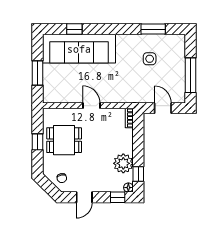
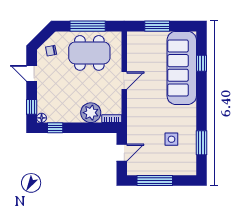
dining table: (64, 140) -> (89, 53), width x1.37
window: (38, 142) -> (88, 26), width x2.17
plant: (123, 163) -> (91, 113), moved

